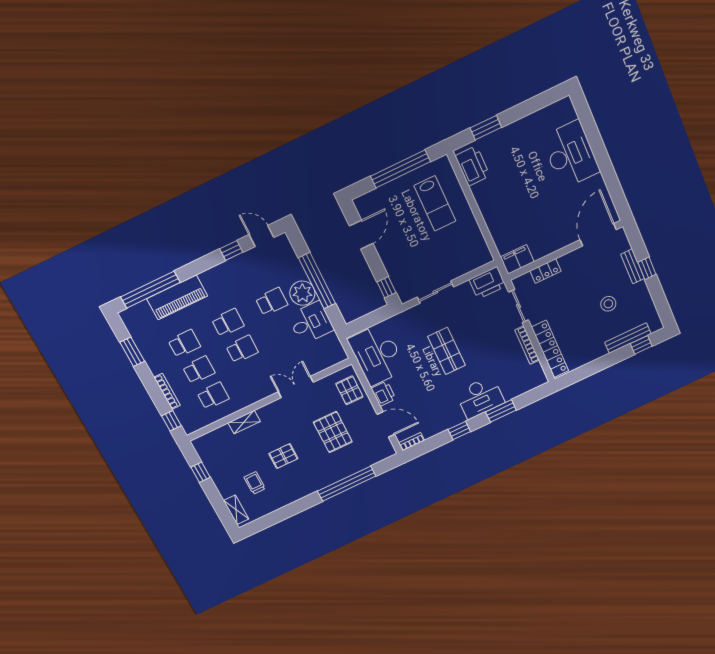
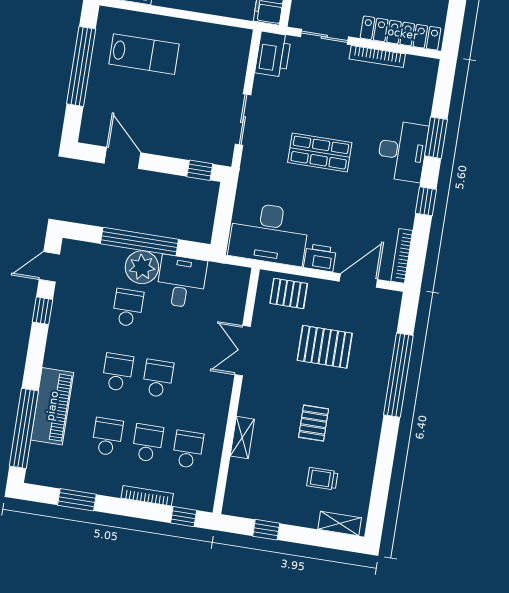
bookcase: (412, 442) -> (402, 256), width x1.56

